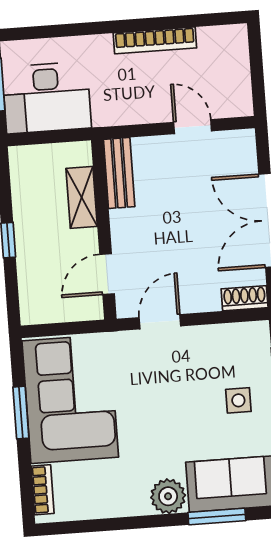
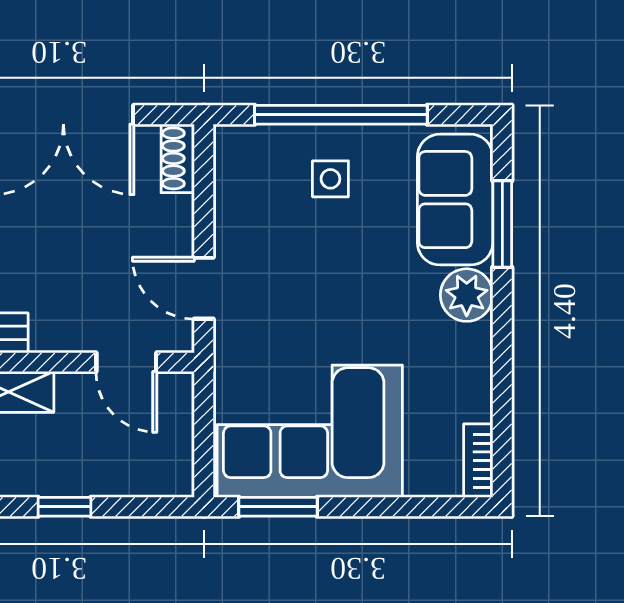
window: (21, 413) -> (278, 507), moved
bookcase: (43, 490) -> (478, 461), moved, turned -90

